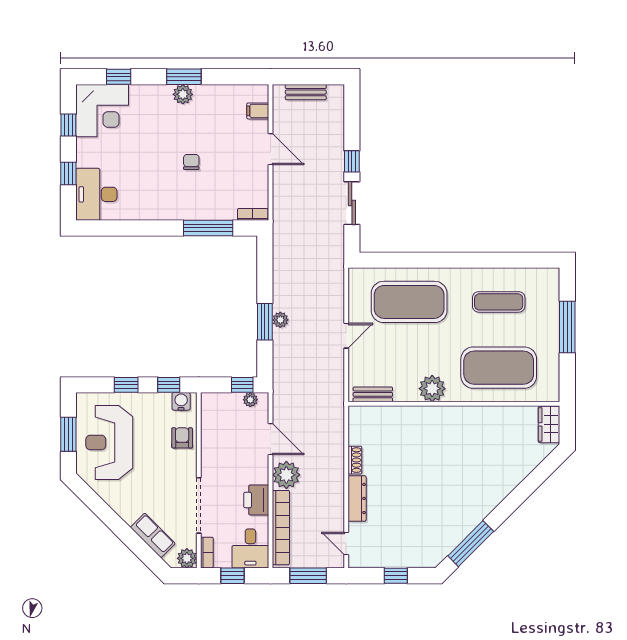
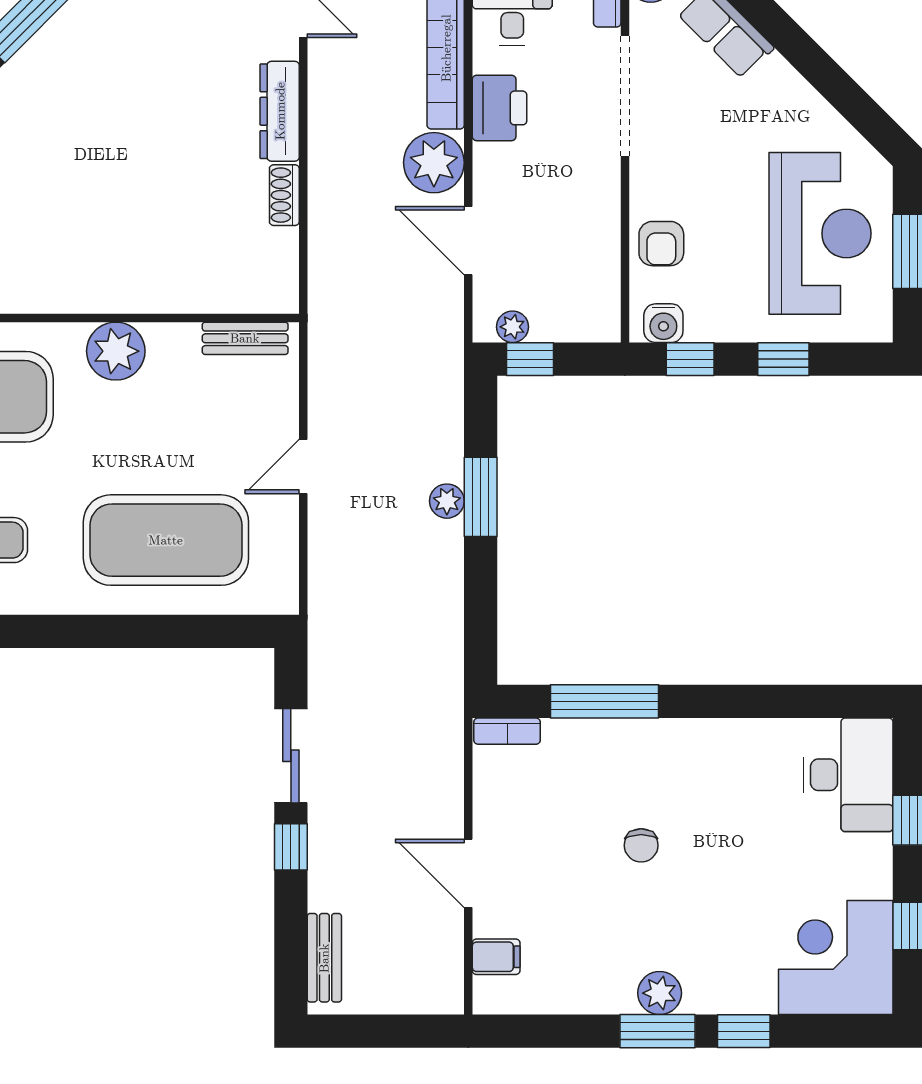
window: (119, 77) -> (744, 1031), moved
bench: (306, 92) -> (324, 958), moved, turned 90

